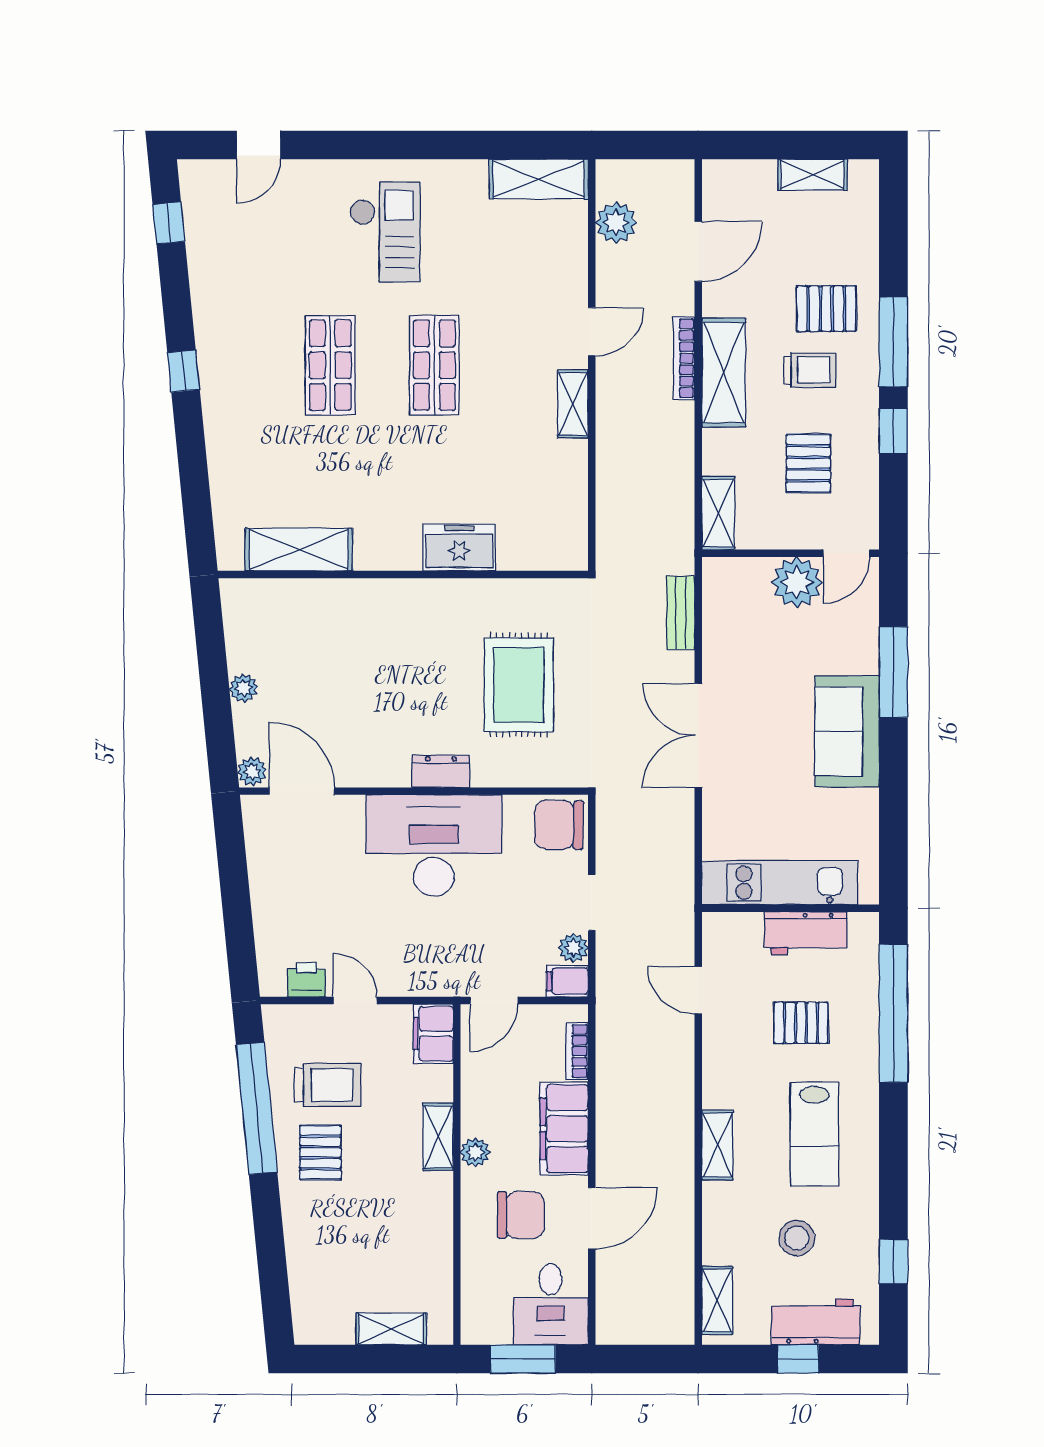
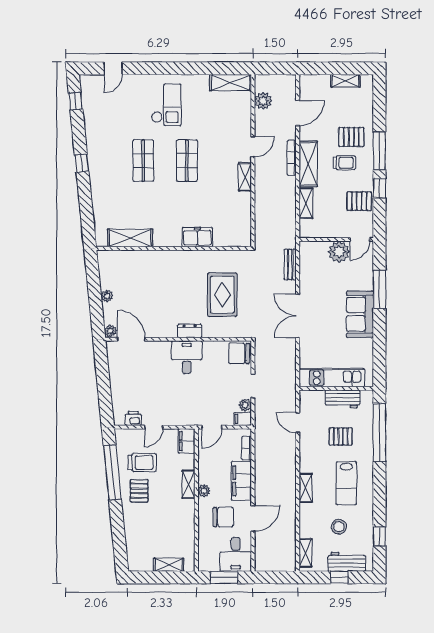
pallet: (808, 463) -> (359, 201), moved, turned 90
shelving: (718, 513) -> (306, 203), moved
desk: (434, 845) -> (187, 357), width x0.53, depth x0.77
door: (355, 1000) -> (154, 427), swing flipped

